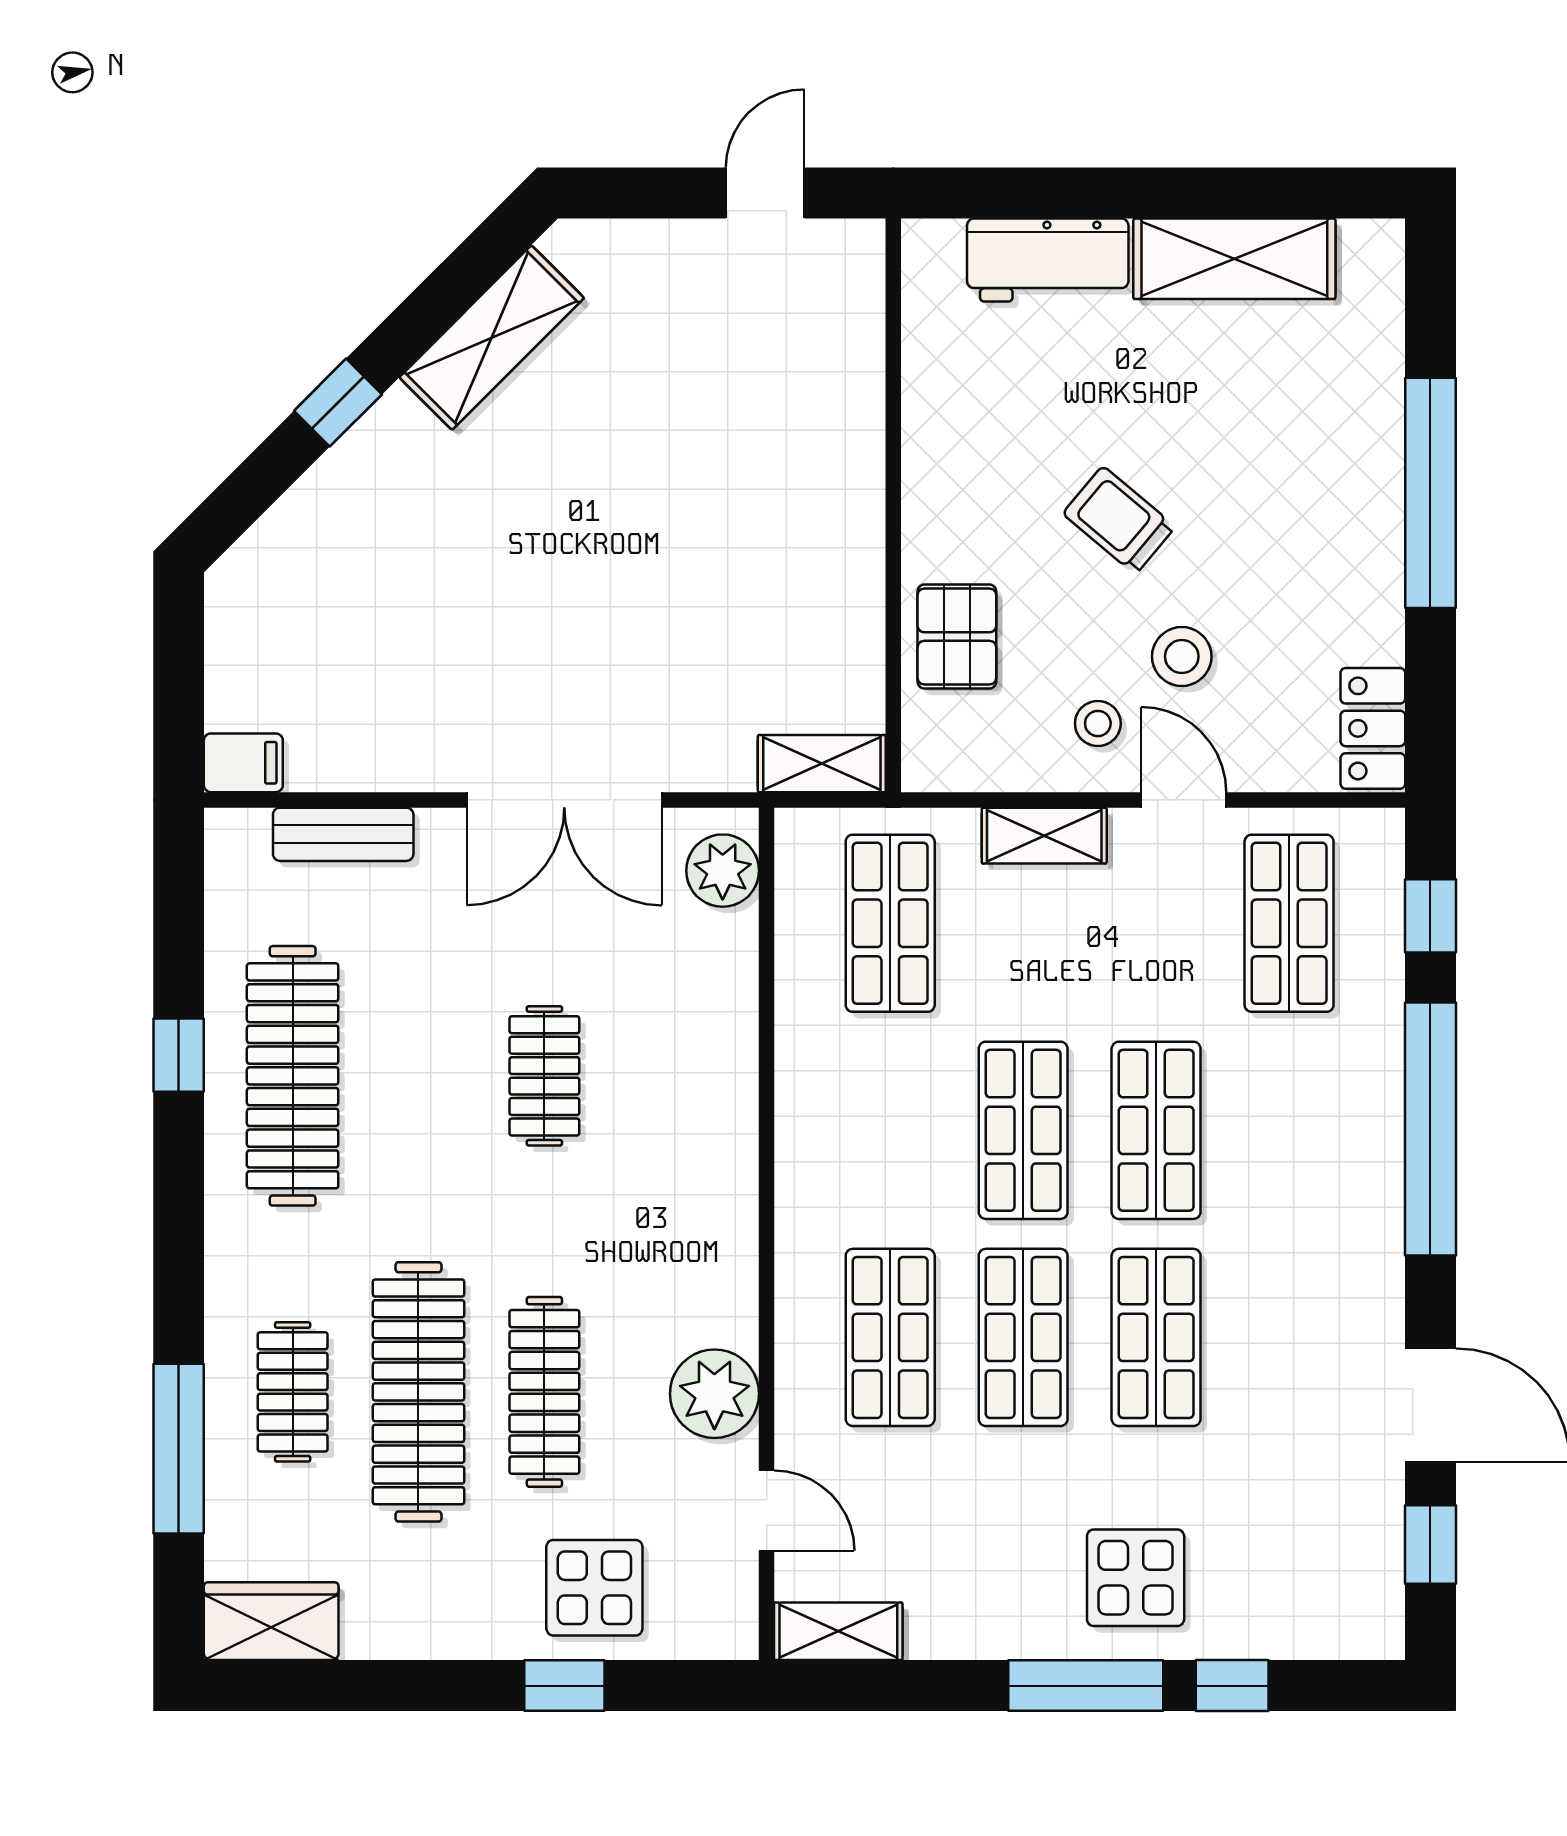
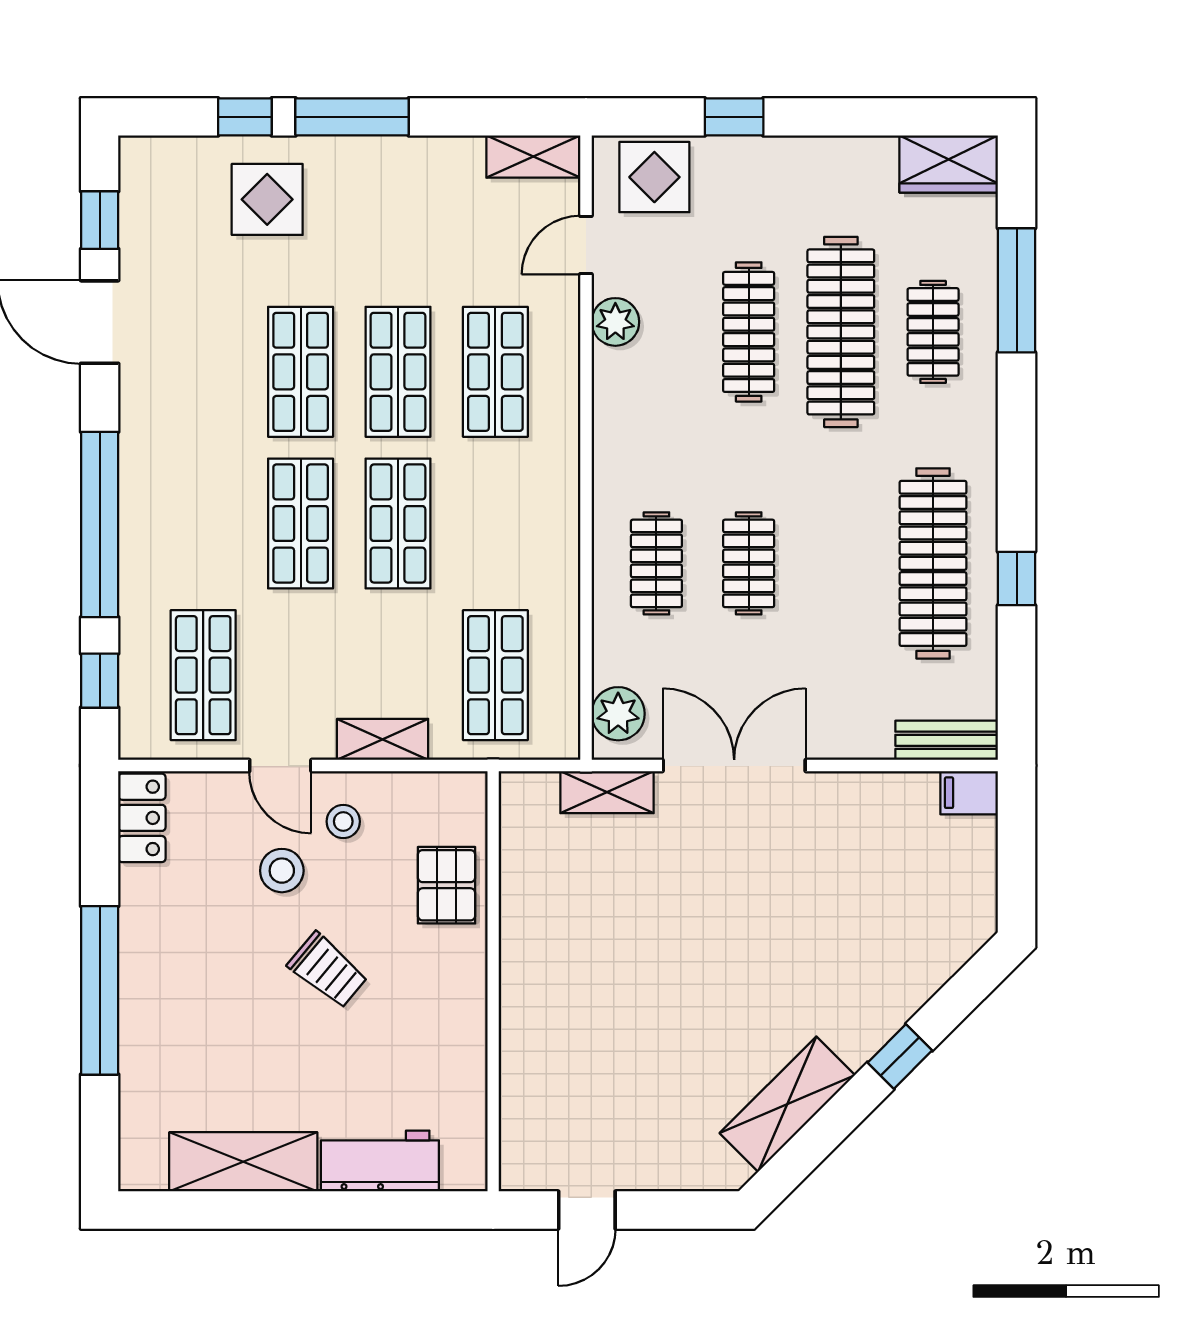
shelving: (822, 764) -> (607, 792), moved
bench: (343, 834) -> (947, 740), moved
clothes rail: (670, 1076) -> (656, 563), added
plant: (714, 1394) -> (615, 322), width x0.73, depth x0.73
door: (767, 1511) -> (586, 245), hinge flipped
display table: (1136, 1578) -> (267, 199), moved
display table: (594, 1588) -> (654, 177), moved

